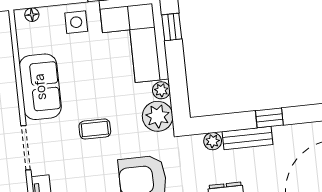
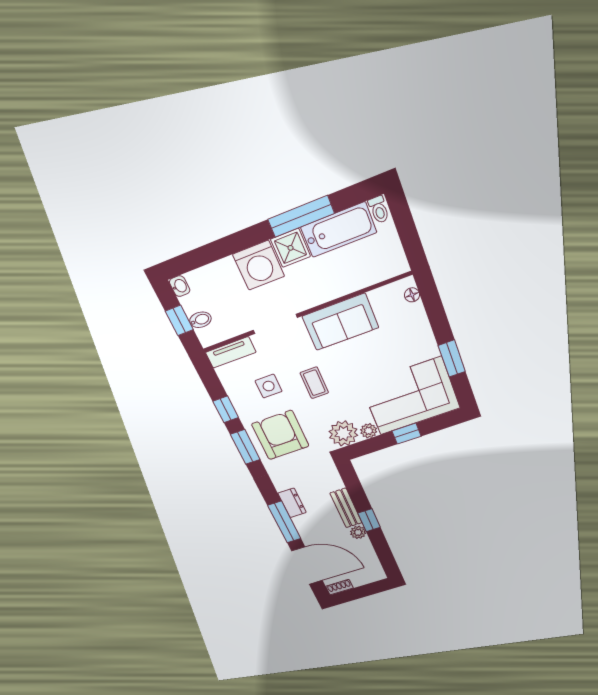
side table: (76, 22) -> (269, 386), moved
window: (172, 27) -> (407, 434), moved
plant: (213, 141) -> (358, 532), moved

